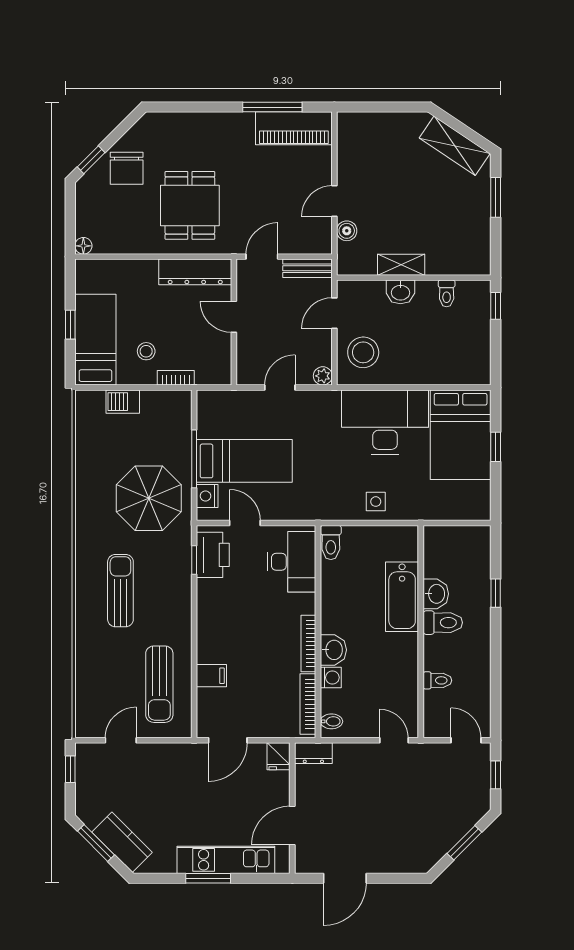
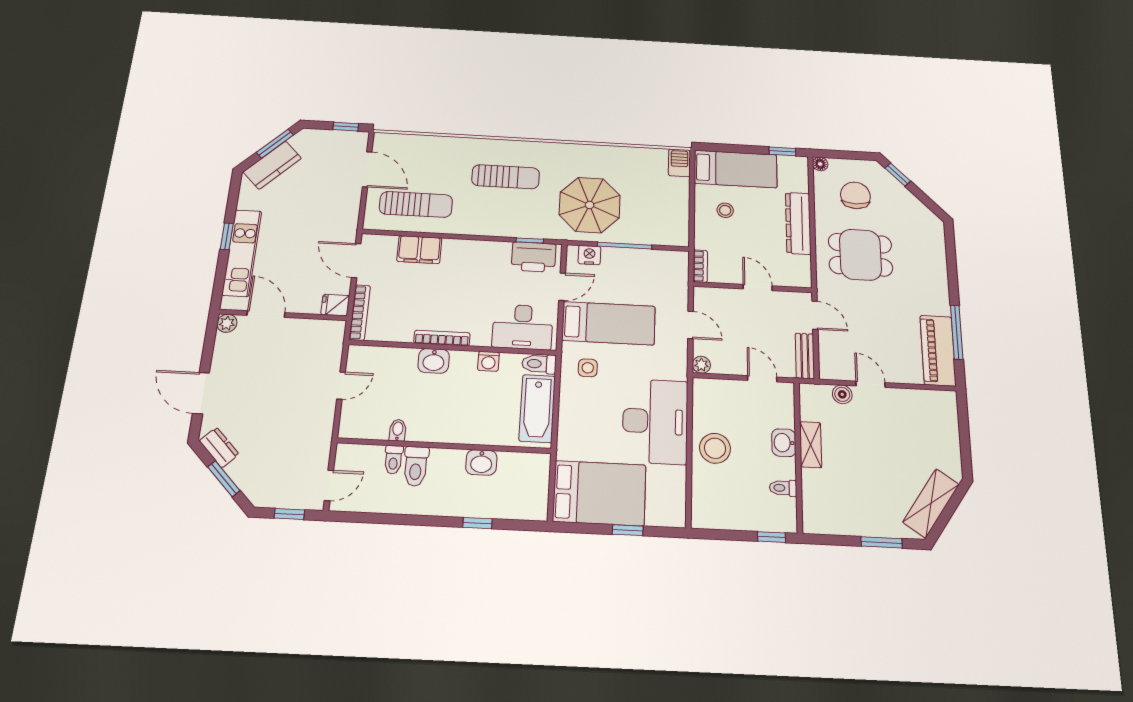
chair: (127, 168) -> (855, 195), moved, turned 90
dresser: (195, 272) -> (798, 223), moved
door: (234, 317) -> (758, 287), hinge flipped
window: (70, 325) -> (782, 151), moved
stool: (363, 352) -> (715, 448), moved
bookcase: (176, 378) -> (700, 266), moved
barbecue: (123, 402) -> (679, 163), moved
bed: (461, 435) -> (599, 493), moved, turned 180
bed: (244, 461) -> (609, 323), moved, turned -90
side table: (376, 502) -> (588, 368), moved
bathtub: (402, 597) -> (537, 408), moved, turned -90
toilet: (443, 623) -> (416, 466), moved
filing cabinet: (211, 676) -> (419, 250), width x2.00
washing machine: (331, 678) -> (488, 361), moved
sun lounger: (159, 684) -> (416, 204), turned 180
bookcase: (308, 704) -> (360, 313), moved, turned 90
bidet: (331, 721) -> (398, 430), moved, turned 180
door: (121, 740) -> (367, 169), width x1.38
door: (394, 740) -> (341, 386), moved
dresser: (313, 753) -> (219, 447), moved, turned 135
plant: (305, 864) -> (227, 323), added
window: (208, 878) -> (227, 236), width x0.67
door: (345, 878) -> (201, 393), moved

